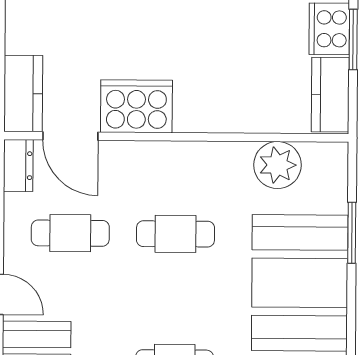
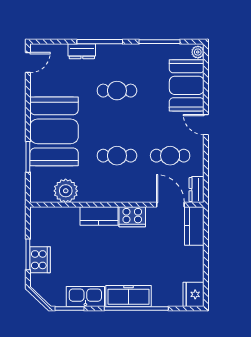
kitchen counter: (330, 95) -> (99, 216), moved, turned 90
cooker: (136, 106) -> (132, 217), width x0.73, depth x0.76

